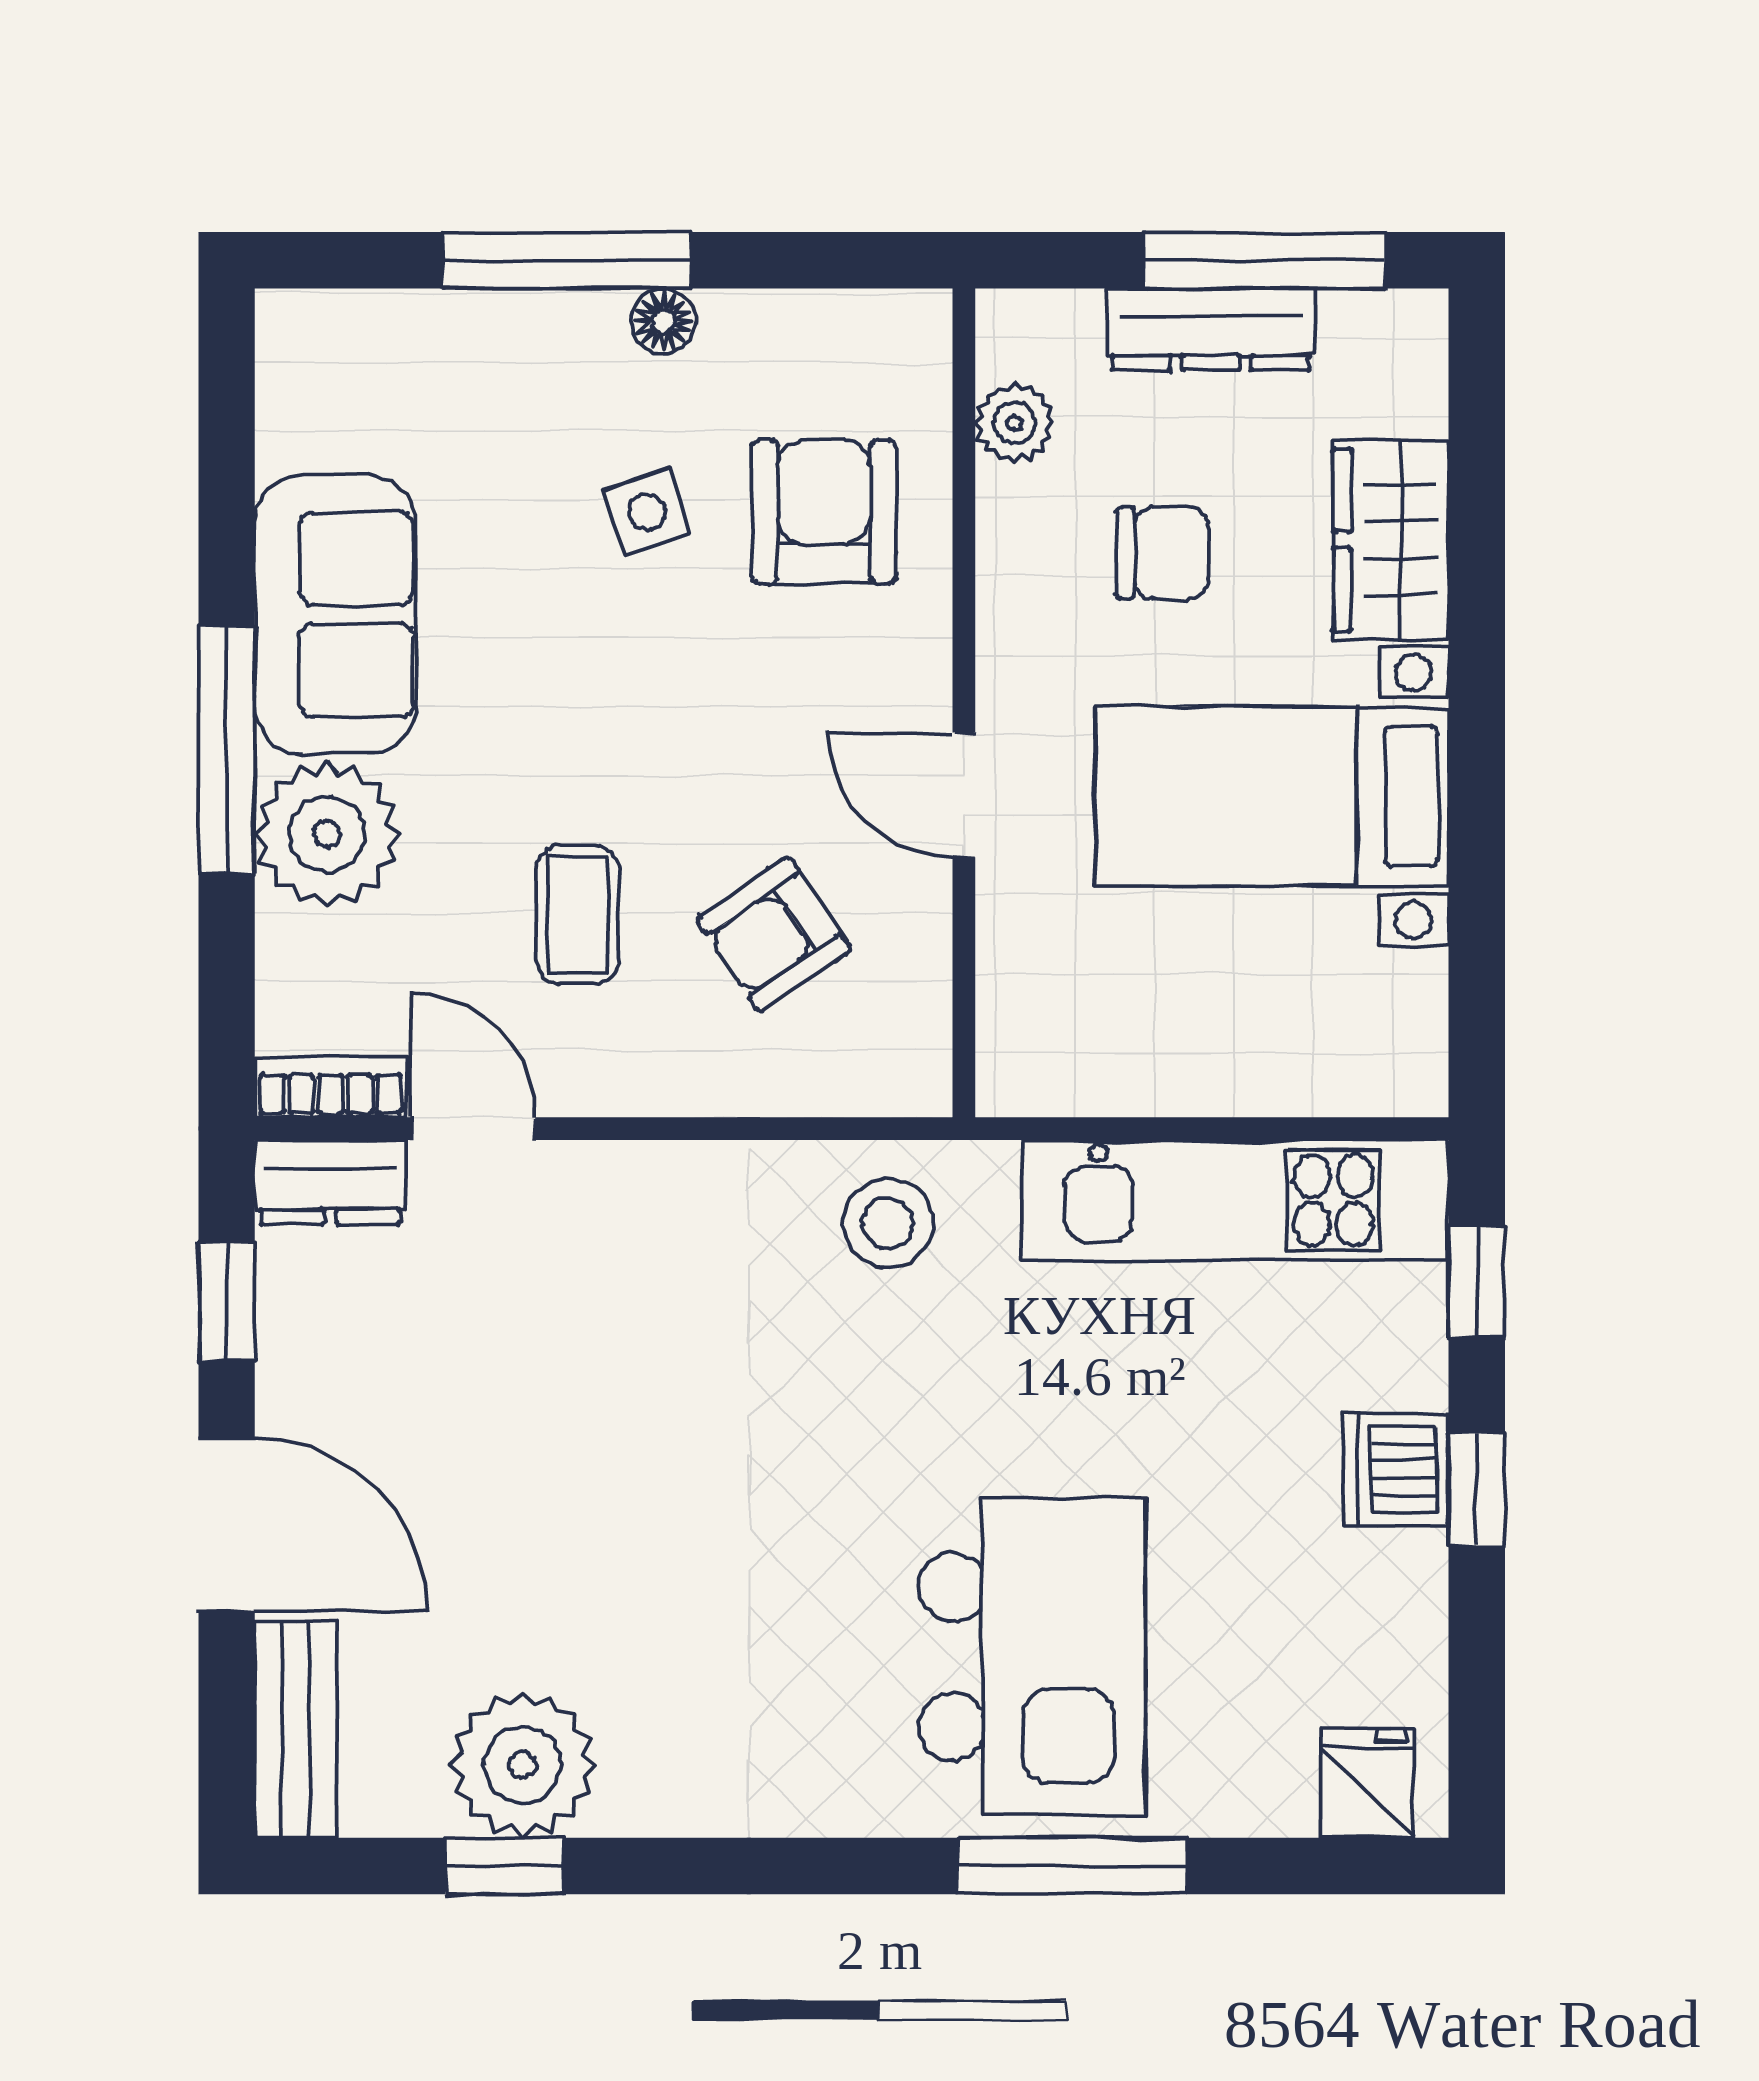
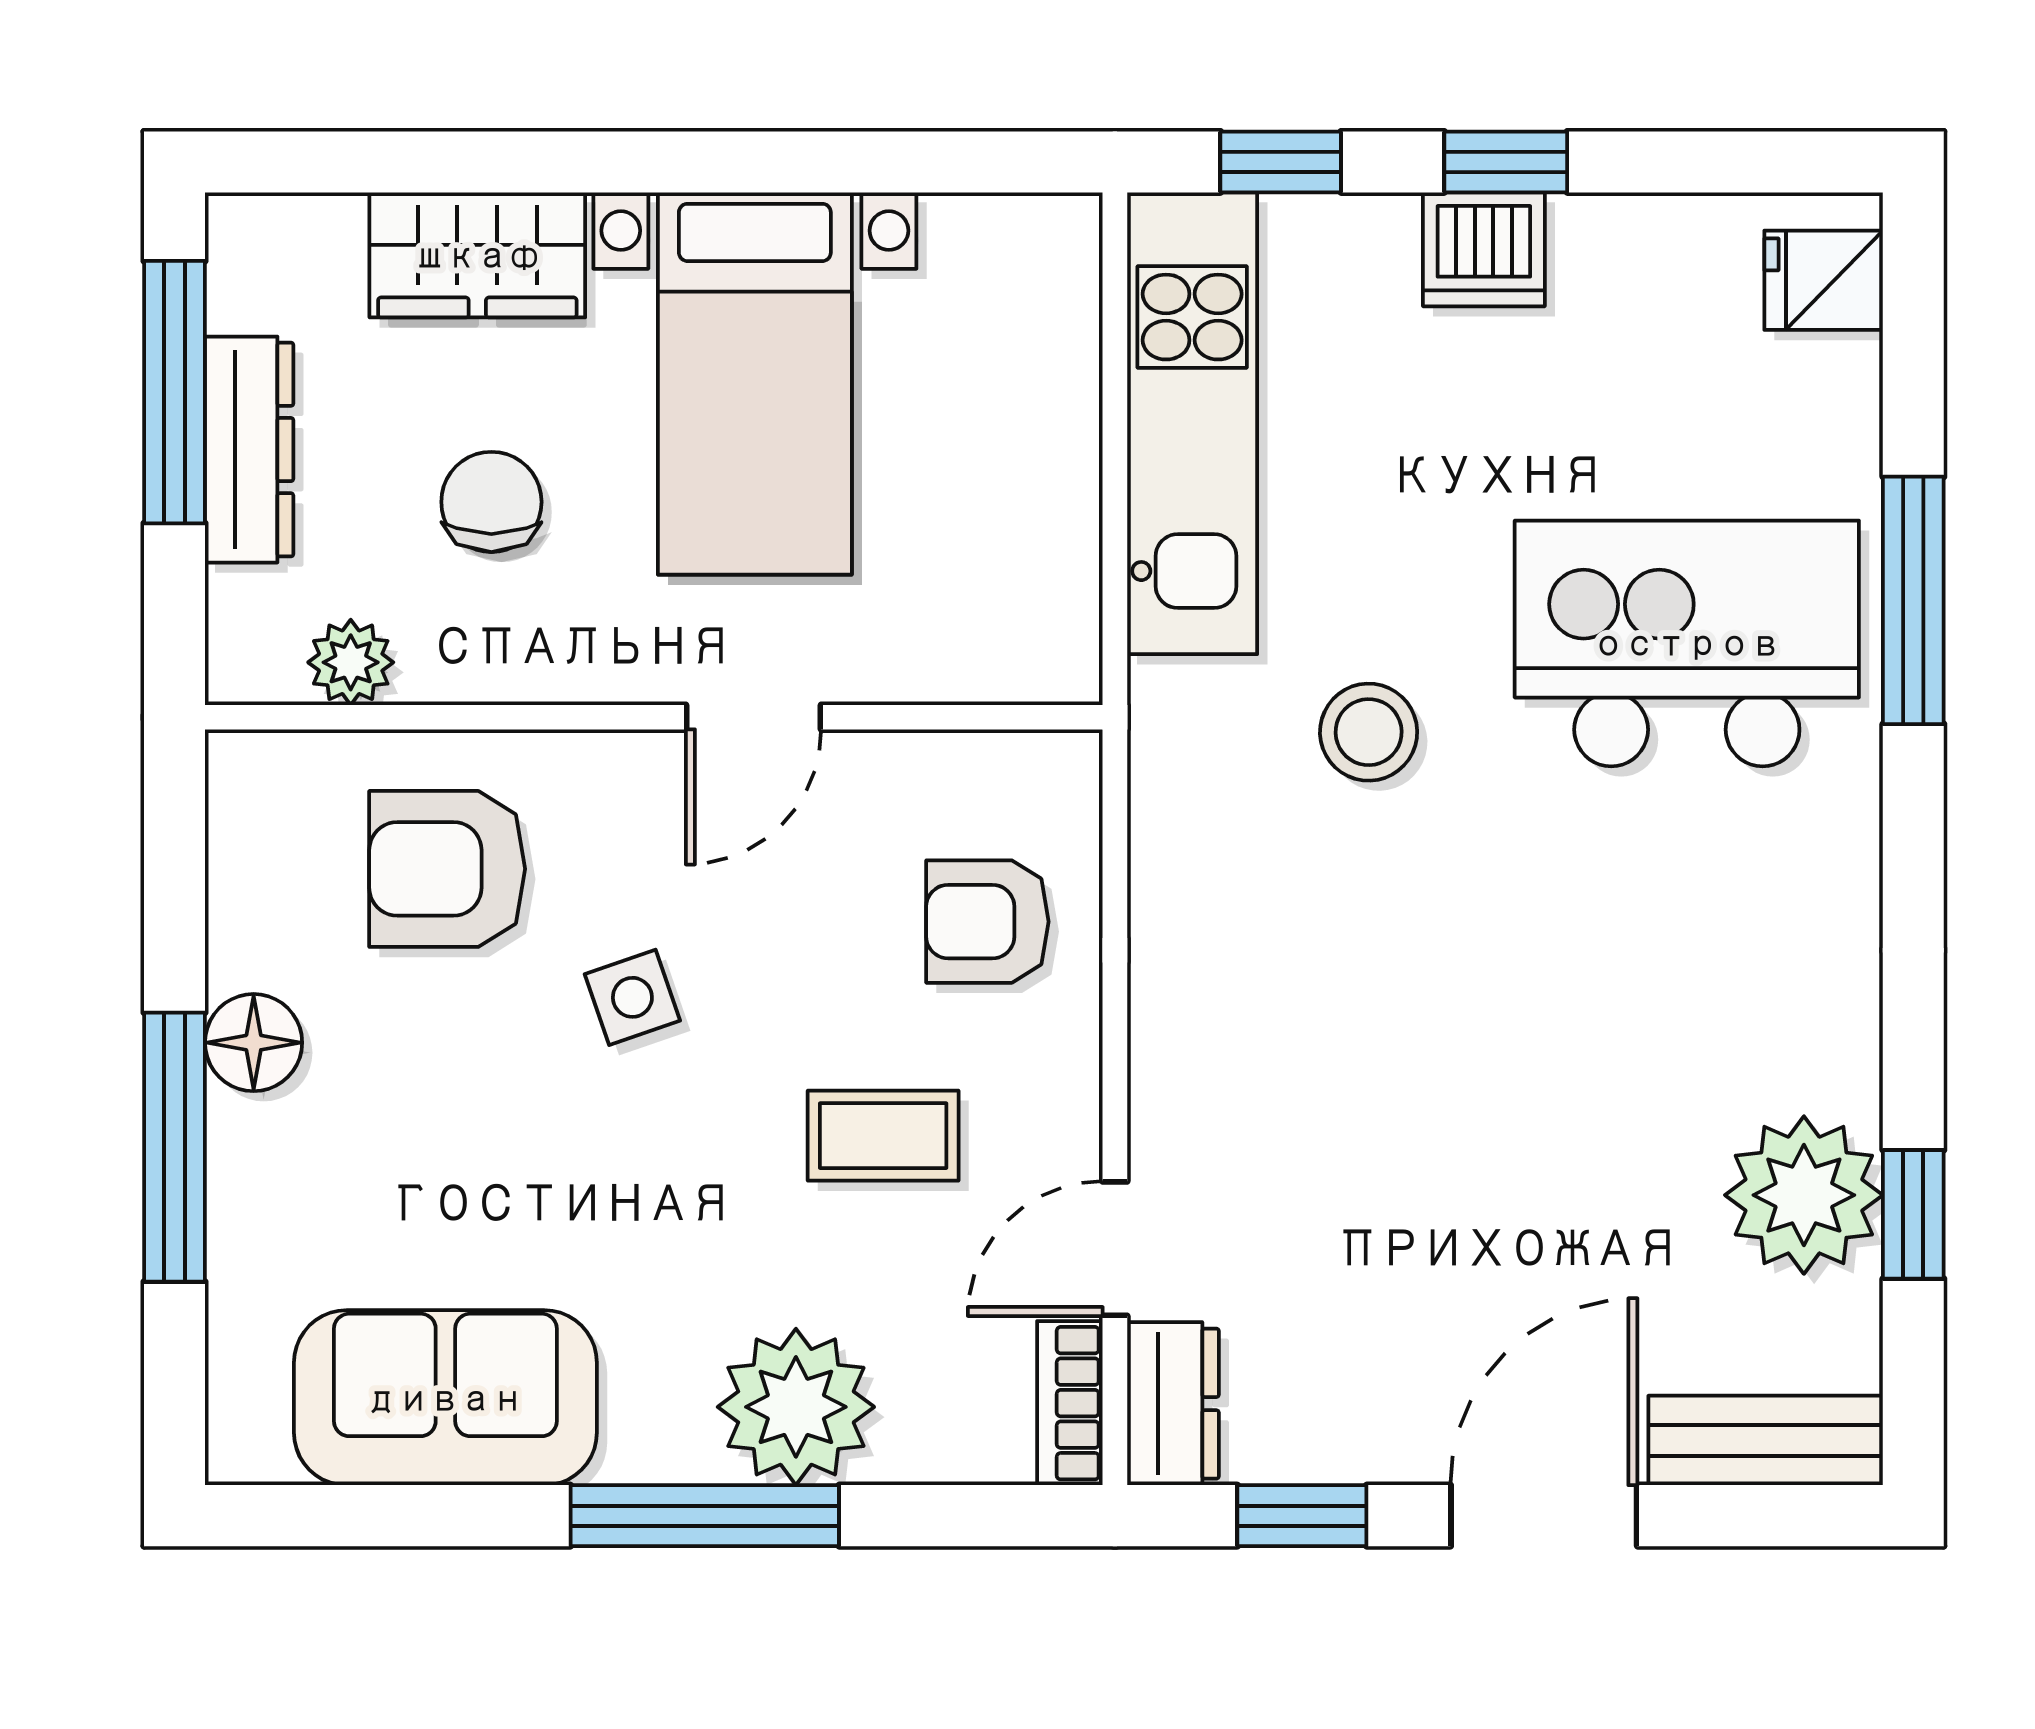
floor lamp: (663, 321) -> (254, 1043), width x1.37, depth x1.37
side table: (647, 512) -> (632, 997), moved
sofa: (336, 614) -> (445, 1398), moved
armchair: (774, 934) -> (987, 922), moved, turned 124
stool: (888, 1223) -> (1369, 732), moved

